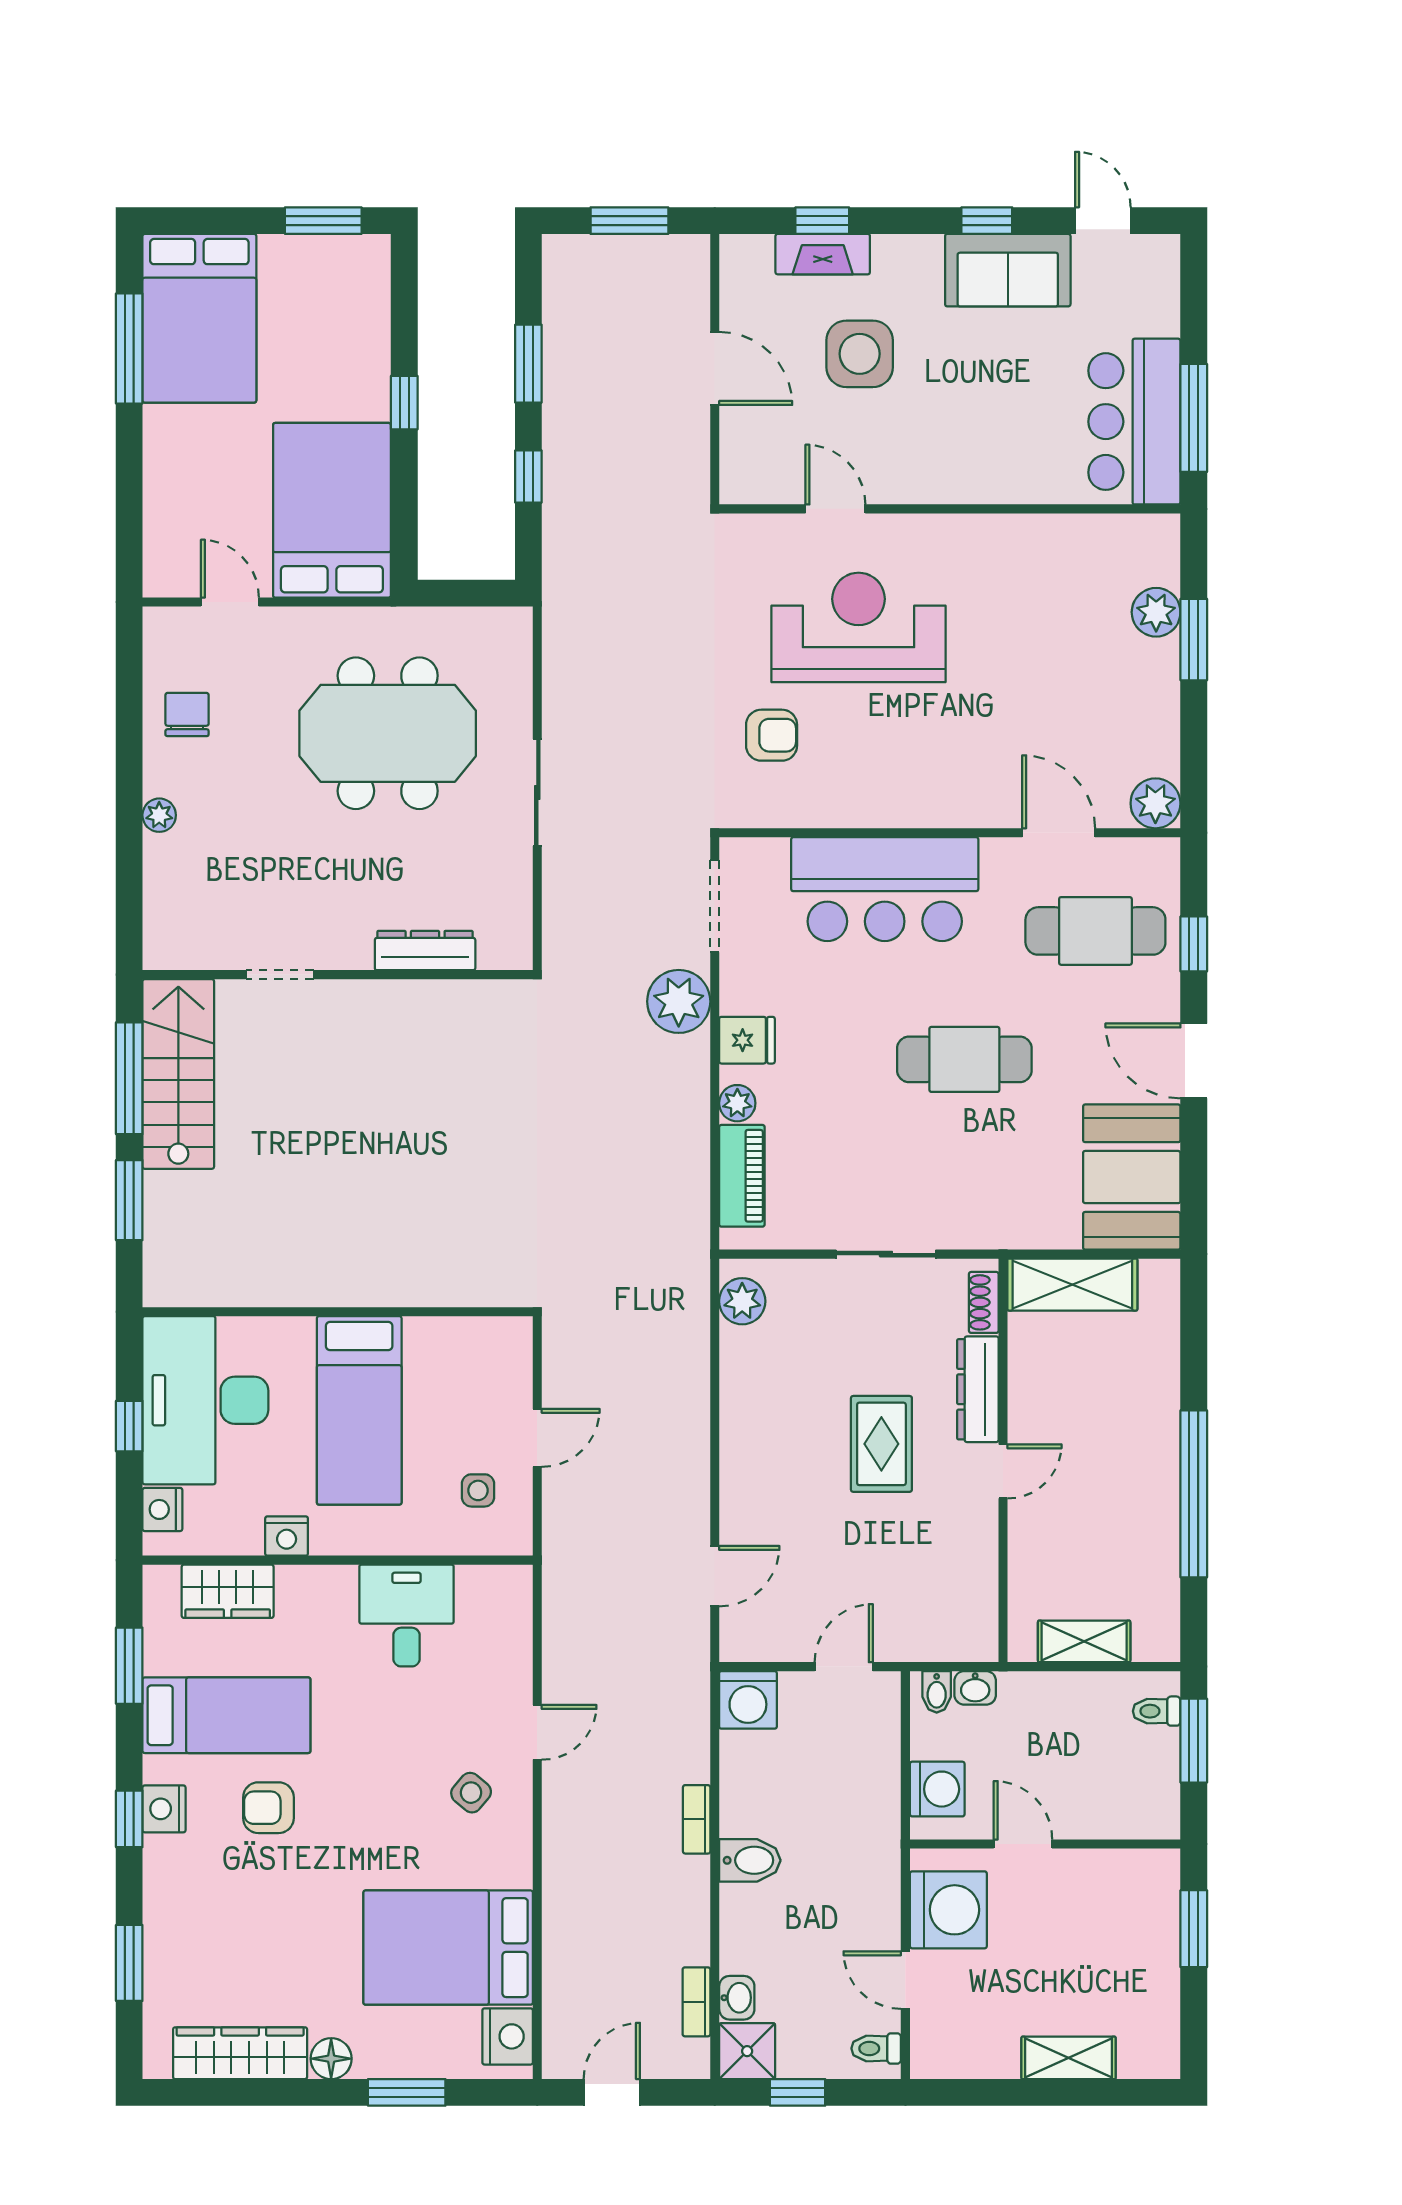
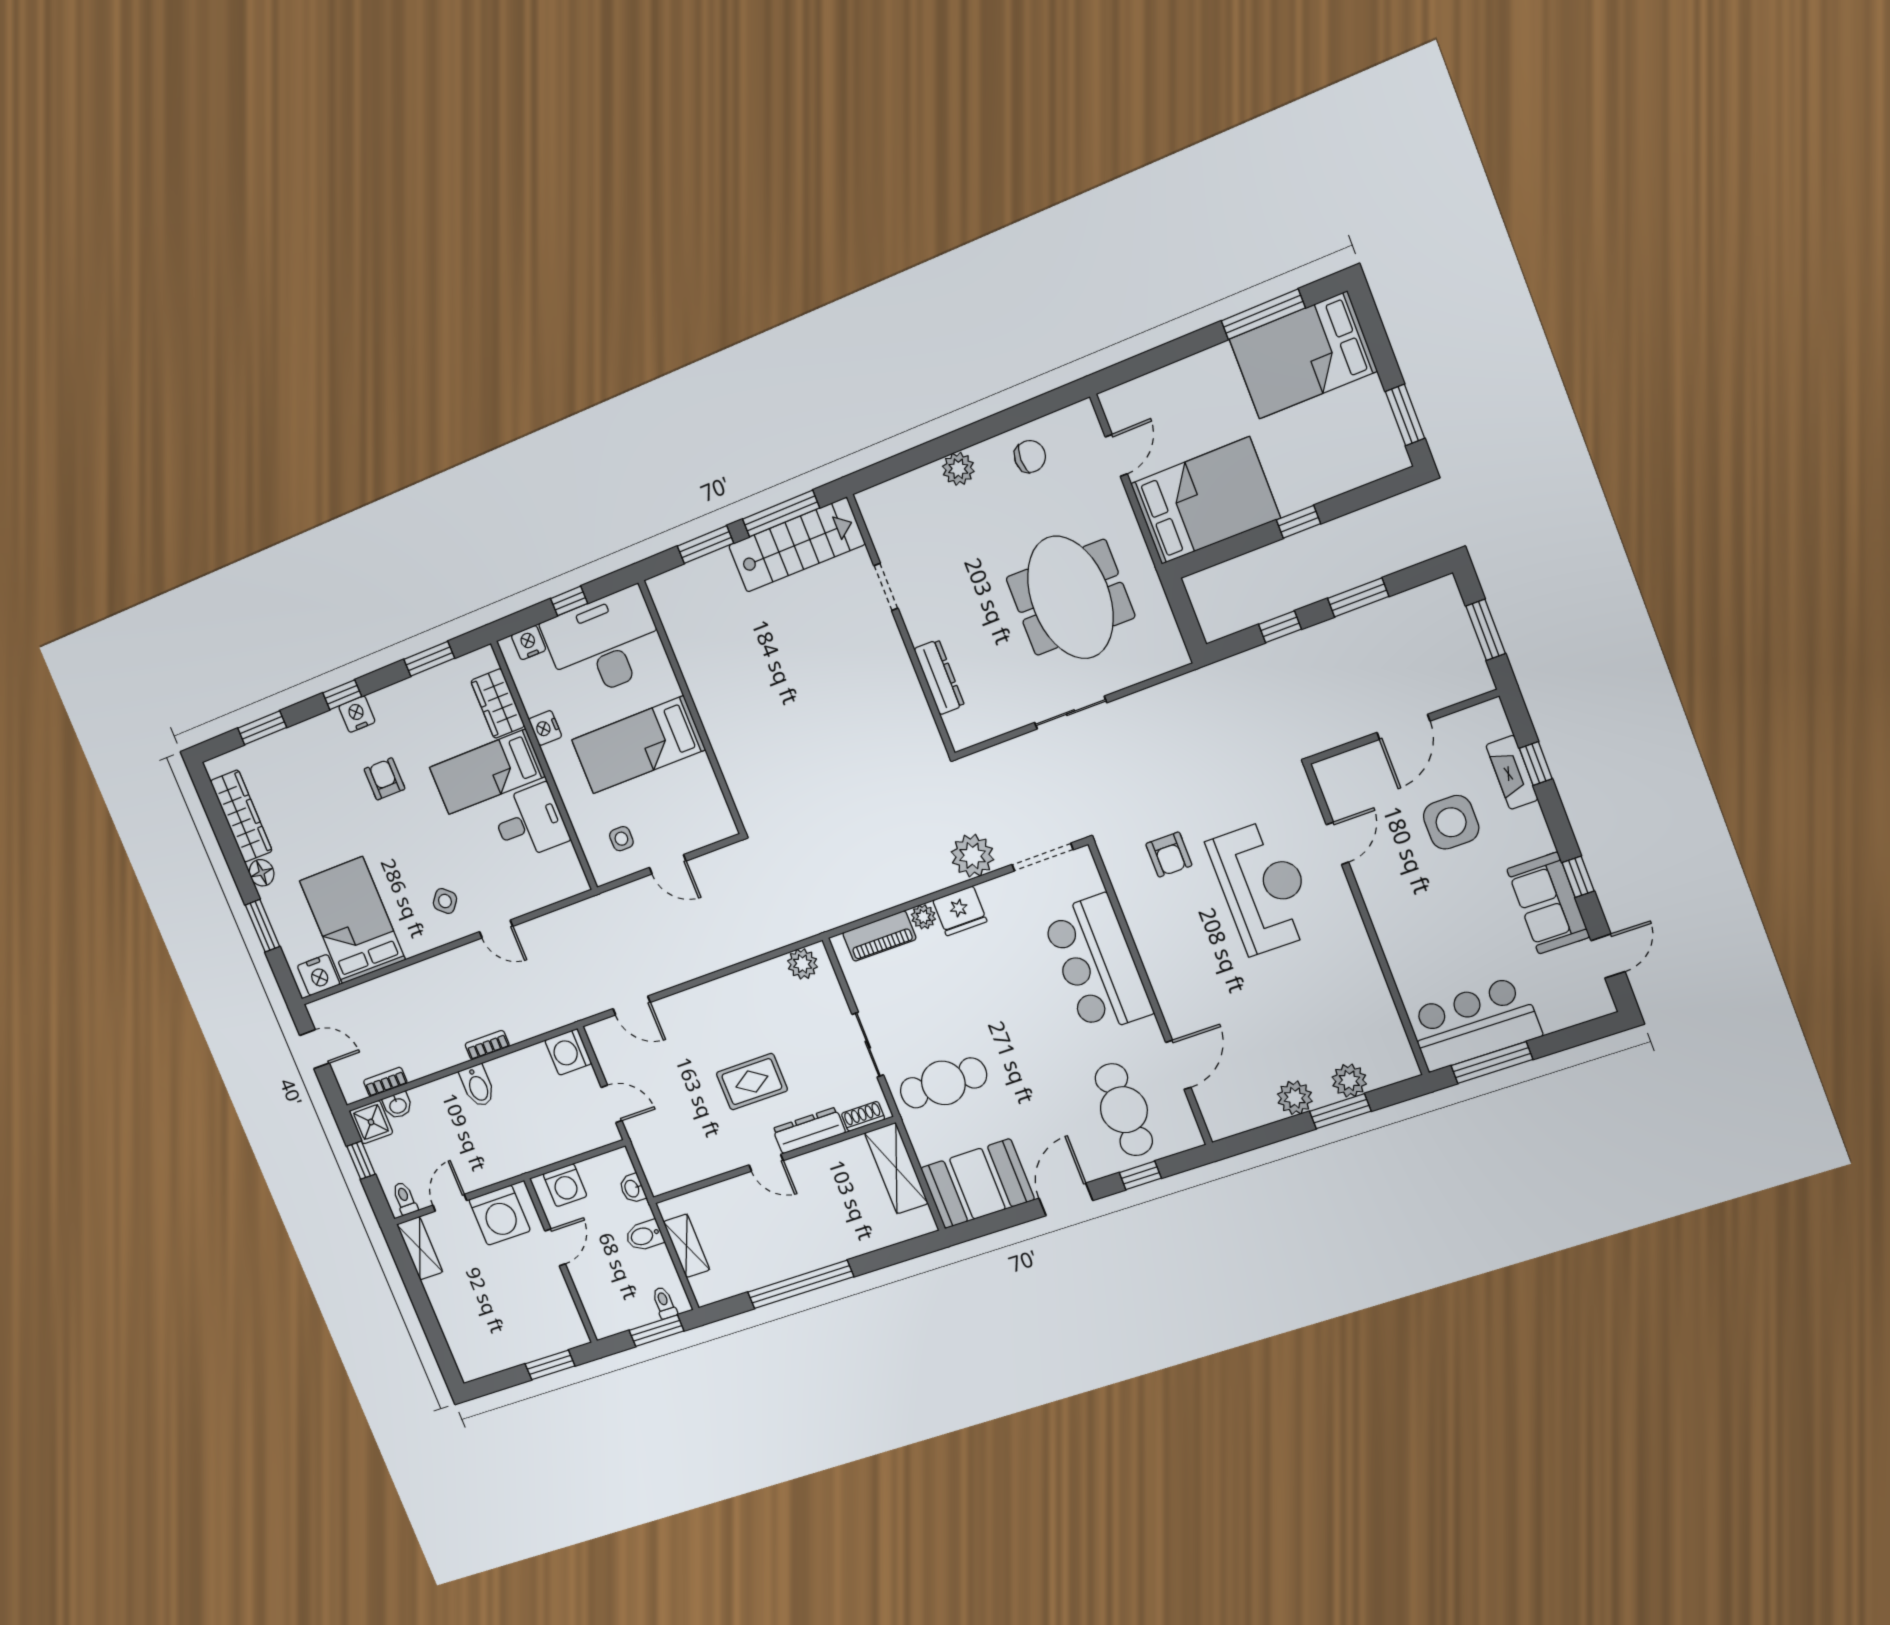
plant: (1155, 803) -> (1295, 1098), moved
plant: (159, 815) -> (958, 469), width x1.38, depth x1.38
fridge: (747, 1040) -> (960, 911), width x1.38
cafe table: (964, 1059) -> (943, 1083), moved, turned 90
bidet: (937, 1692) -> (644, 1236), moved, width x1.38, depth x1.36
bed: (226, 1715) -> (487, 772), moved, turned 90
shelving: (1069, 2058) -> (420, 1248), moved

